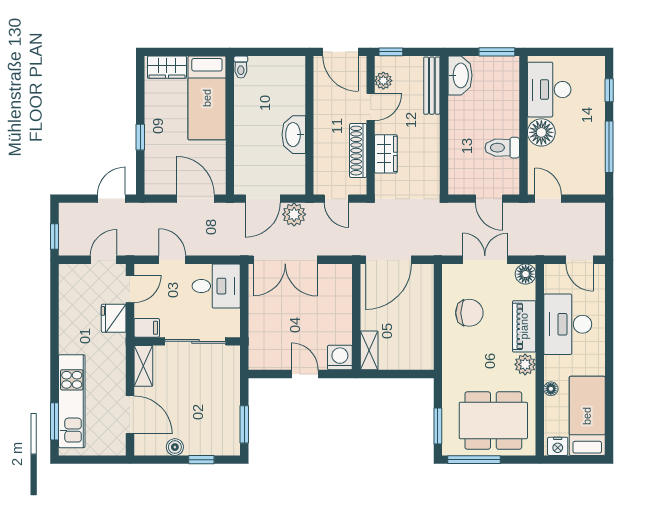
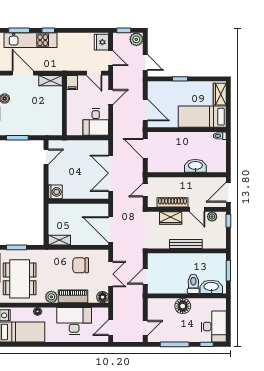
window: (497, 52) -> (228, 271), moved
washbasin: (460, 75) -> (211, 287), moved, turned 180
bench: (432, 86) -> (186, 244), moved
desk: (549, 90) -> (214, 327), moved, turned 90
washbasin: (294, 135) -> (195, 166), moved
toilet: (502, 148) -> (193, 284), moved
door: (195, 199) -> (145, 110), hinge flipped
door: (548, 199) -> (145, 328), moved
plant: (294, 214) -> (136, 39), moved
double door: (285, 260) -> (111, 173), moved
door: (388, 260) -> (111, 230), moved
chair: (469, 313) -> (81, 265), turned 90
fridge: (114, 318) -> (101, 42), moved, turned -90
sliding door: (195, 341) -> (64, 110), removed
shelving: (369, 350) -> (59, 240), moved
window: (55, 370) -> (48, 30), added
door: (305, 374) -> (46, 157), moved
door: (130, 415) -> (23, 73), swing flipped

